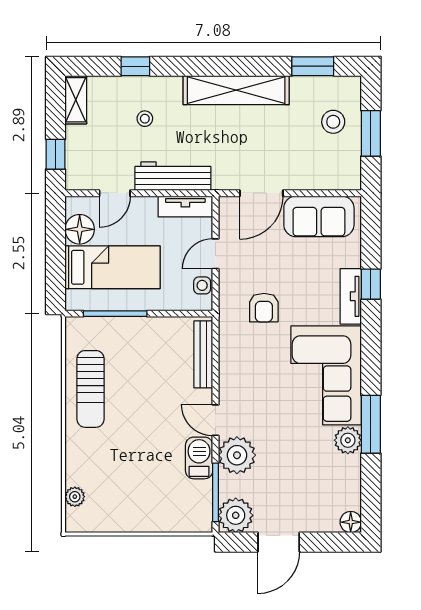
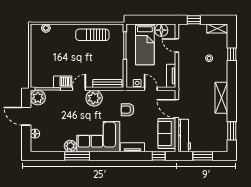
shelving: (236, 90) -> (221, 98), width x0.68
stool: (333, 122) -> (208, 140), removed
workbench: (173, 176) -> (184, 135), moved
window: (371, 284) -> (159, 156), moved
plant: (237, 455) -> (94, 98), moved
floor lamp: (351, 522) -> (35, 134), moved

